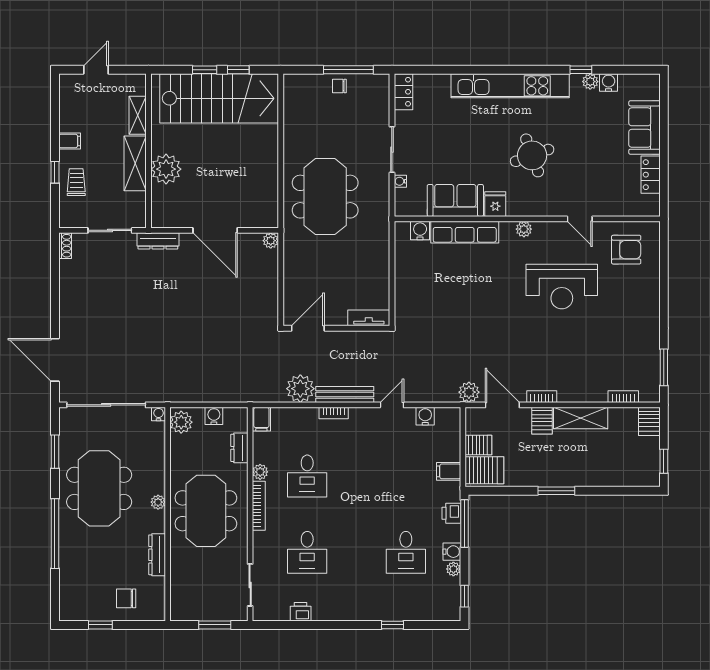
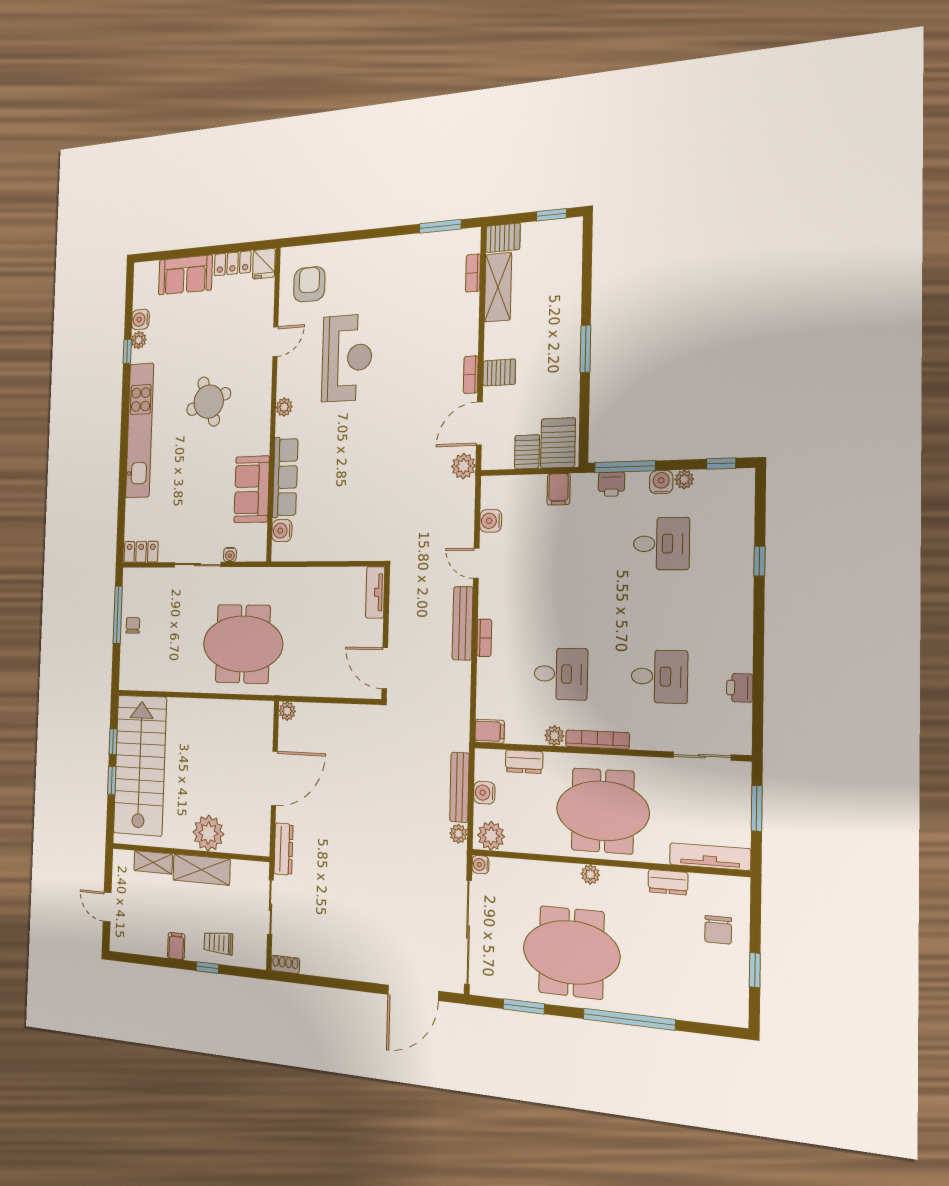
chair: (339, 86) -> (133, 625), turned 180
fridge: (495, 204) -> (264, 264), moved, turned -90
plant: (300, 389) -> (458, 834), moved, width x0.53, depth x0.53
bench: (217, 395) -> (459, 787), added
shelving: (581, 418) -> (498, 287), moved
dresser: (157, 555) -> (668, 882), width x0.70
tv unit: (178, 592) -> (710, 857), added

